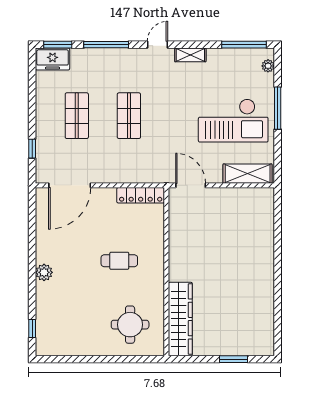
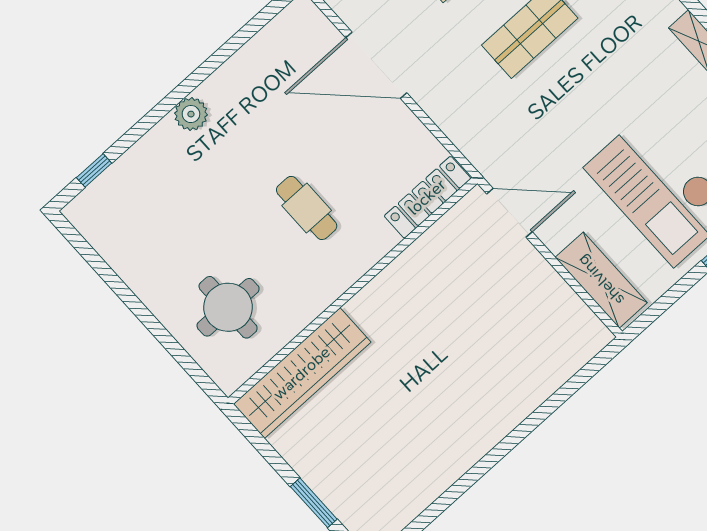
door: (70, 185) -> (376, 65), moved
door: (191, 185) -> (510, 213), hinge flipped
locker: (141, 195) -> (427, 197), moved, turned 90

